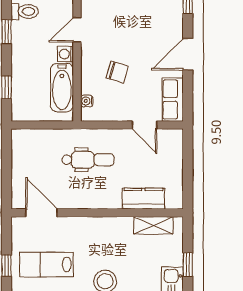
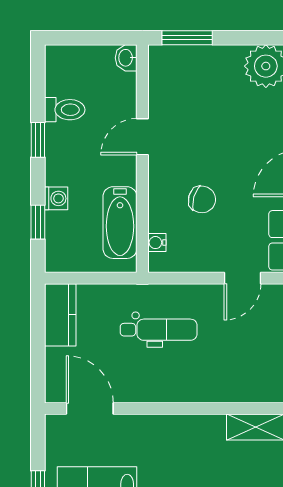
washing machine: (66, 54) -> (56, 198), moved, turned 180
door: (144, 125) -> (242, 278), hinge flipped
kitchen counter: (143, 199) -> (60, 315), moved, turned 90

